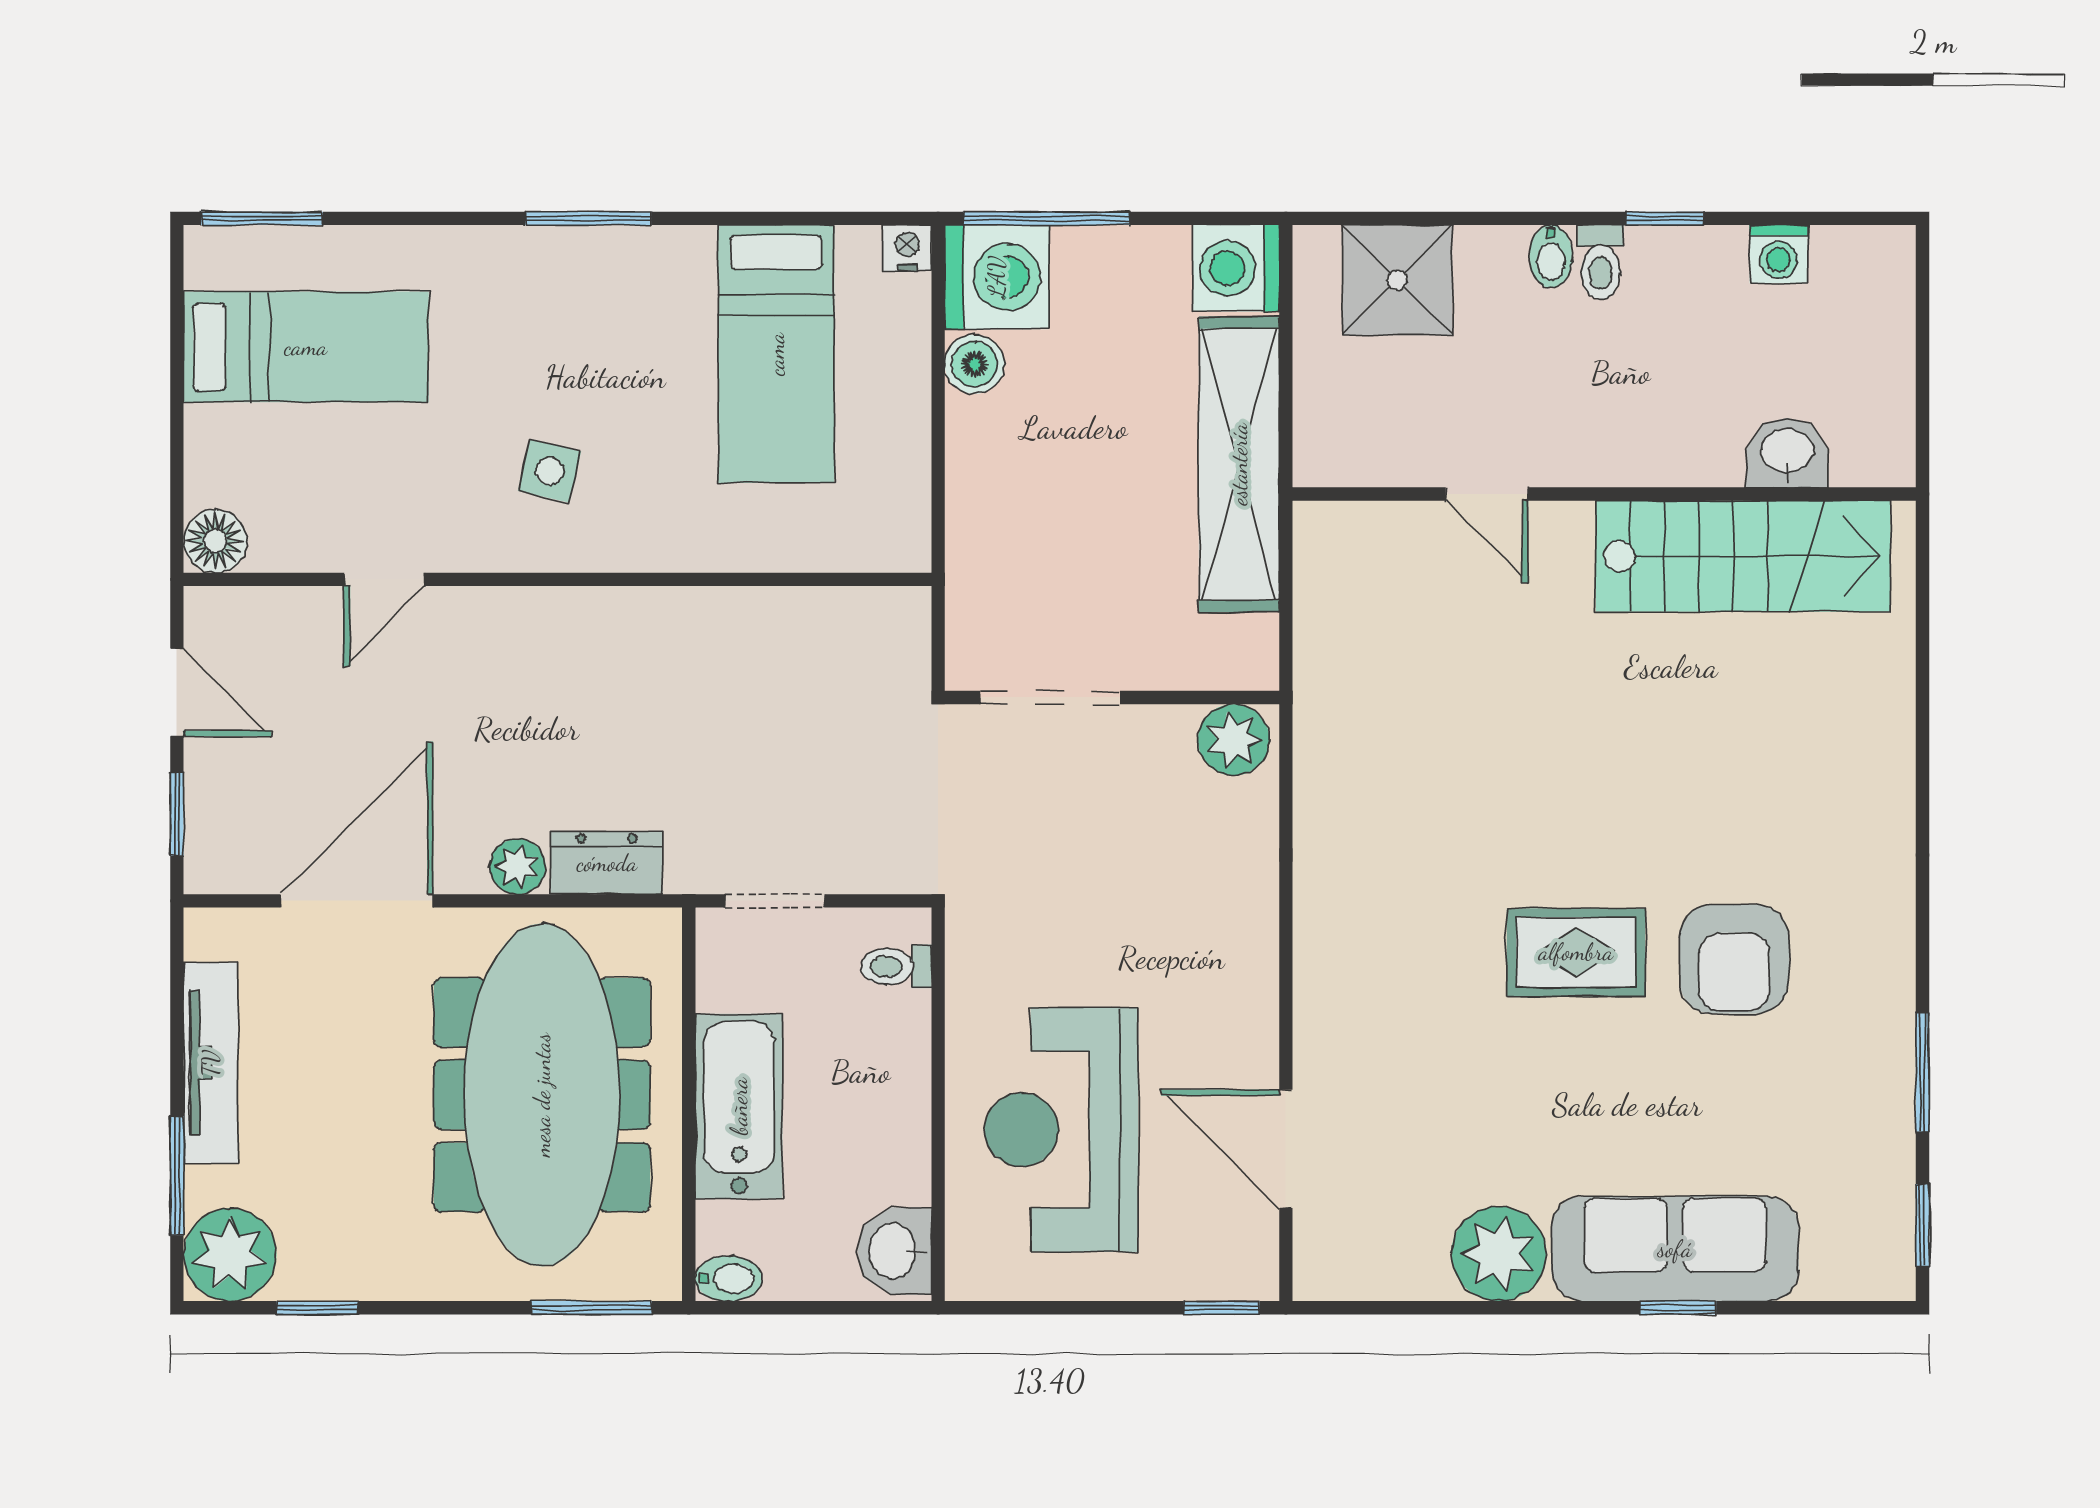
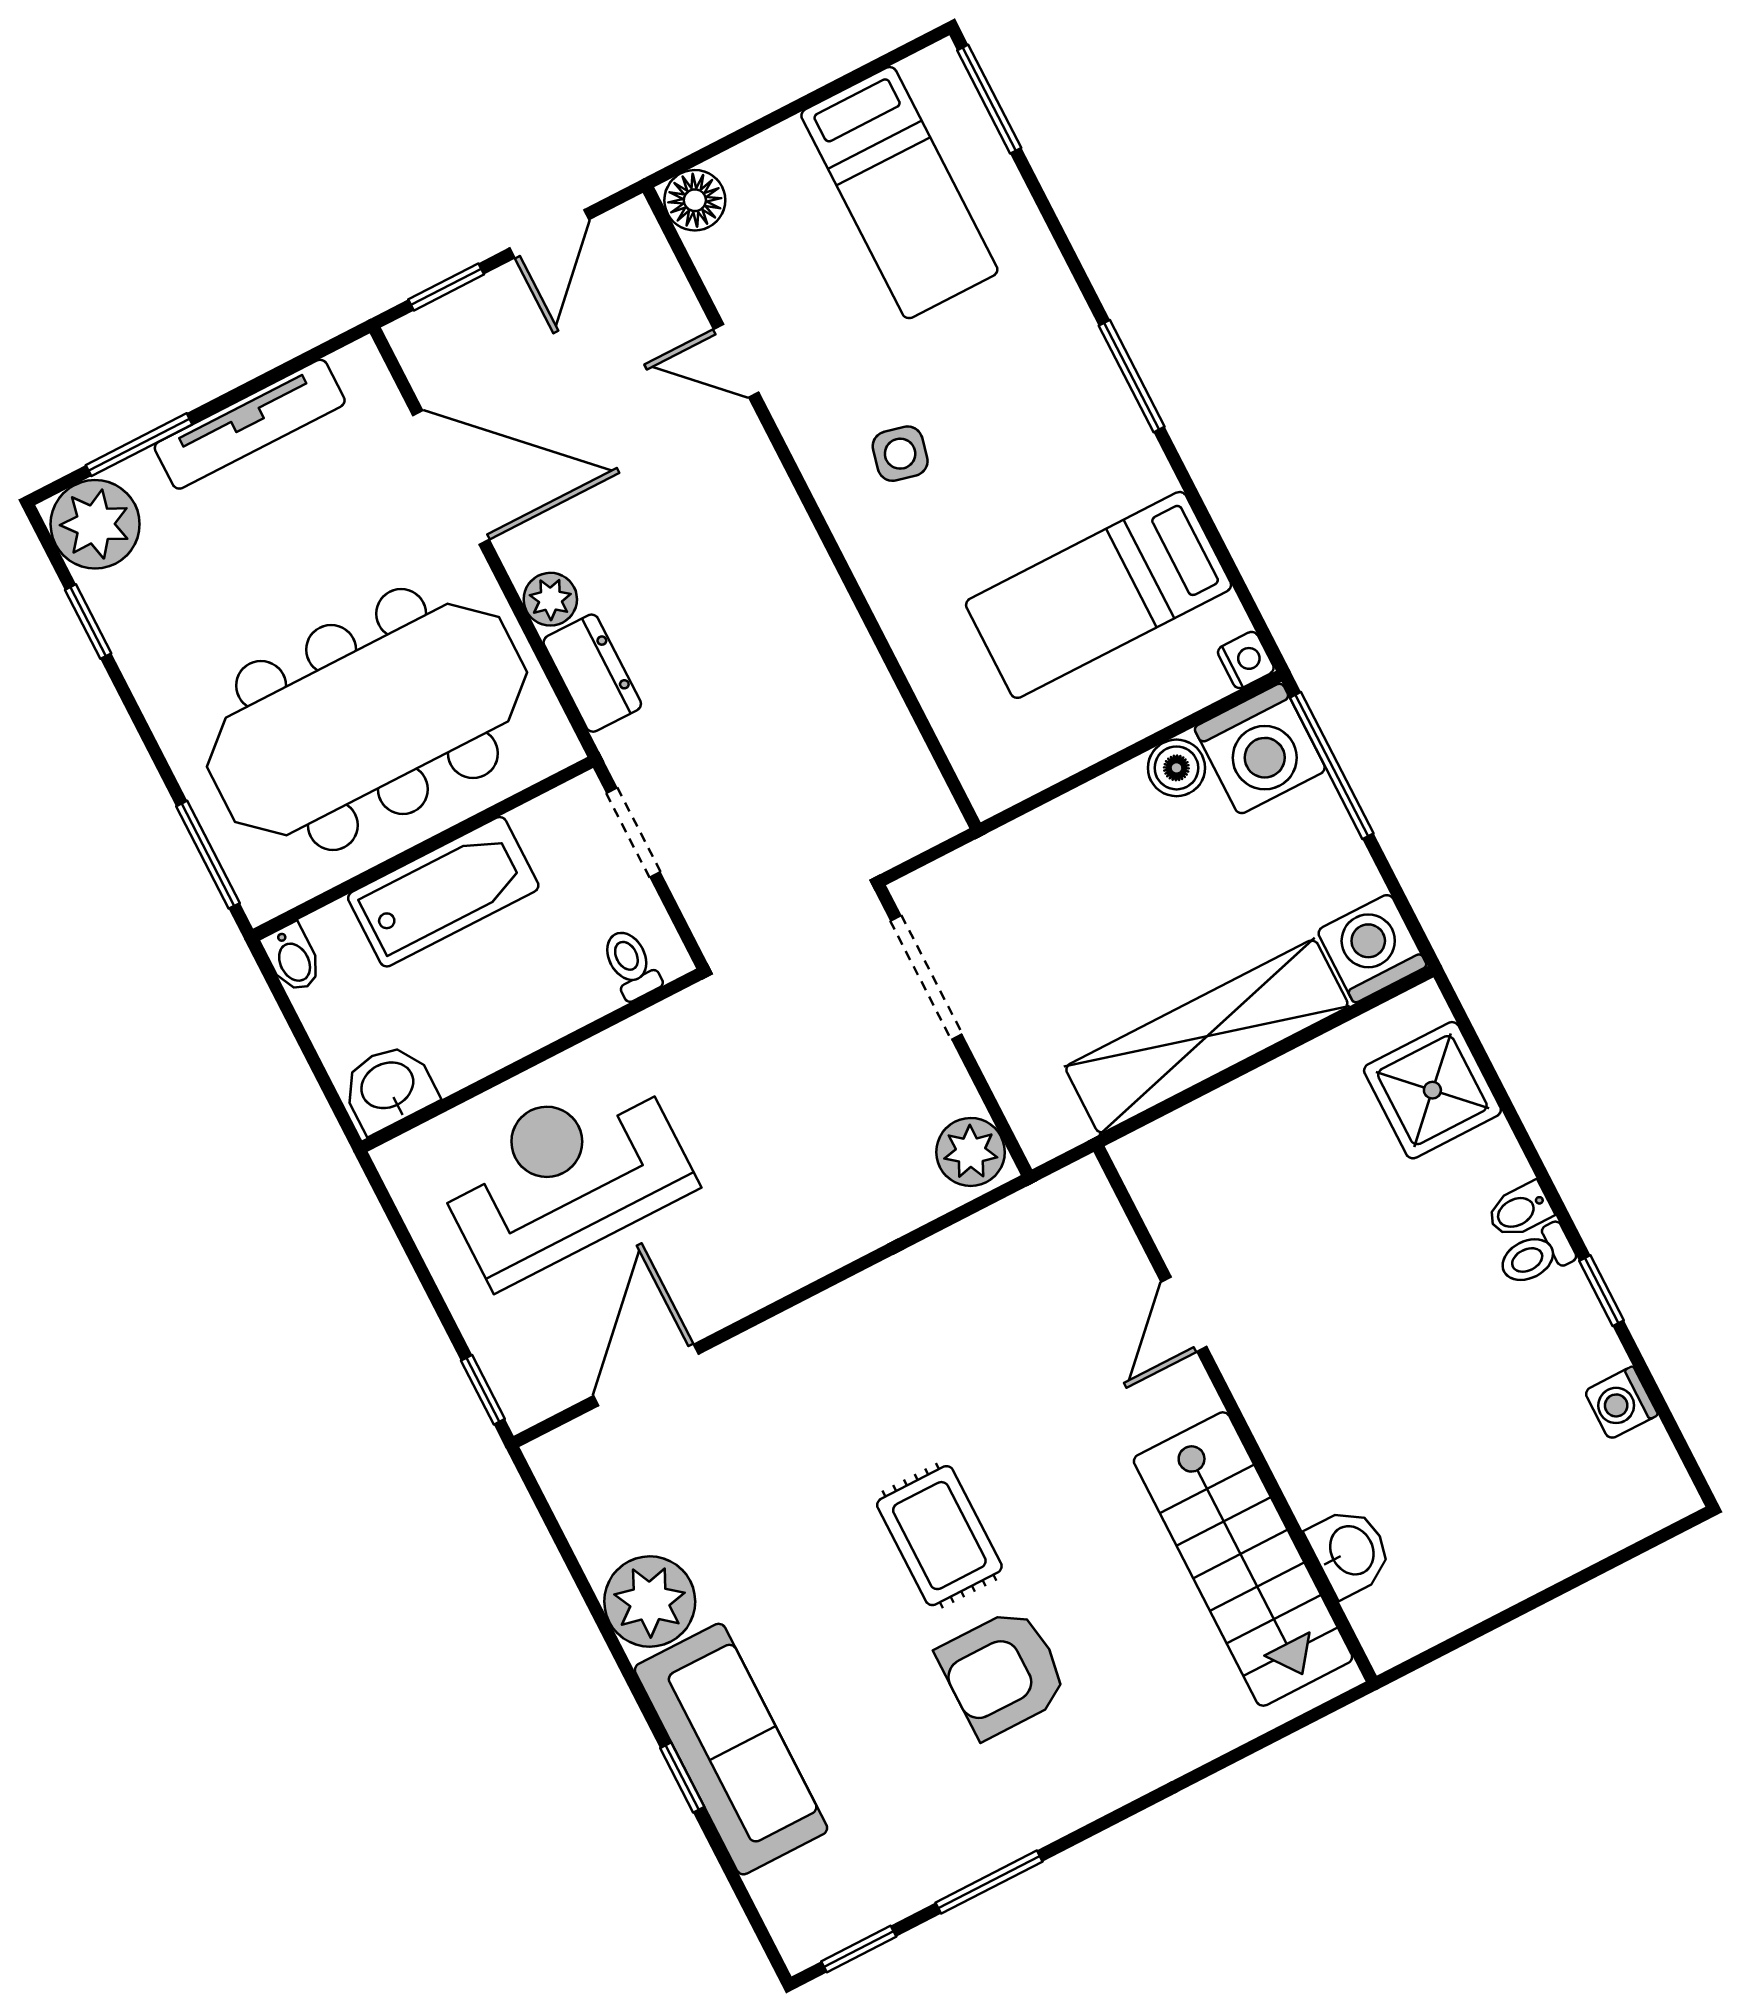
washbasin: (1787, 453) -> (1350, 1551), moved
door: (1487, 494) -> (1184, 1314), moved
wall: (1604, 494) -> (1235, 1414), moved
stairs: (1743, 556) -> (1243, 1559), moved

